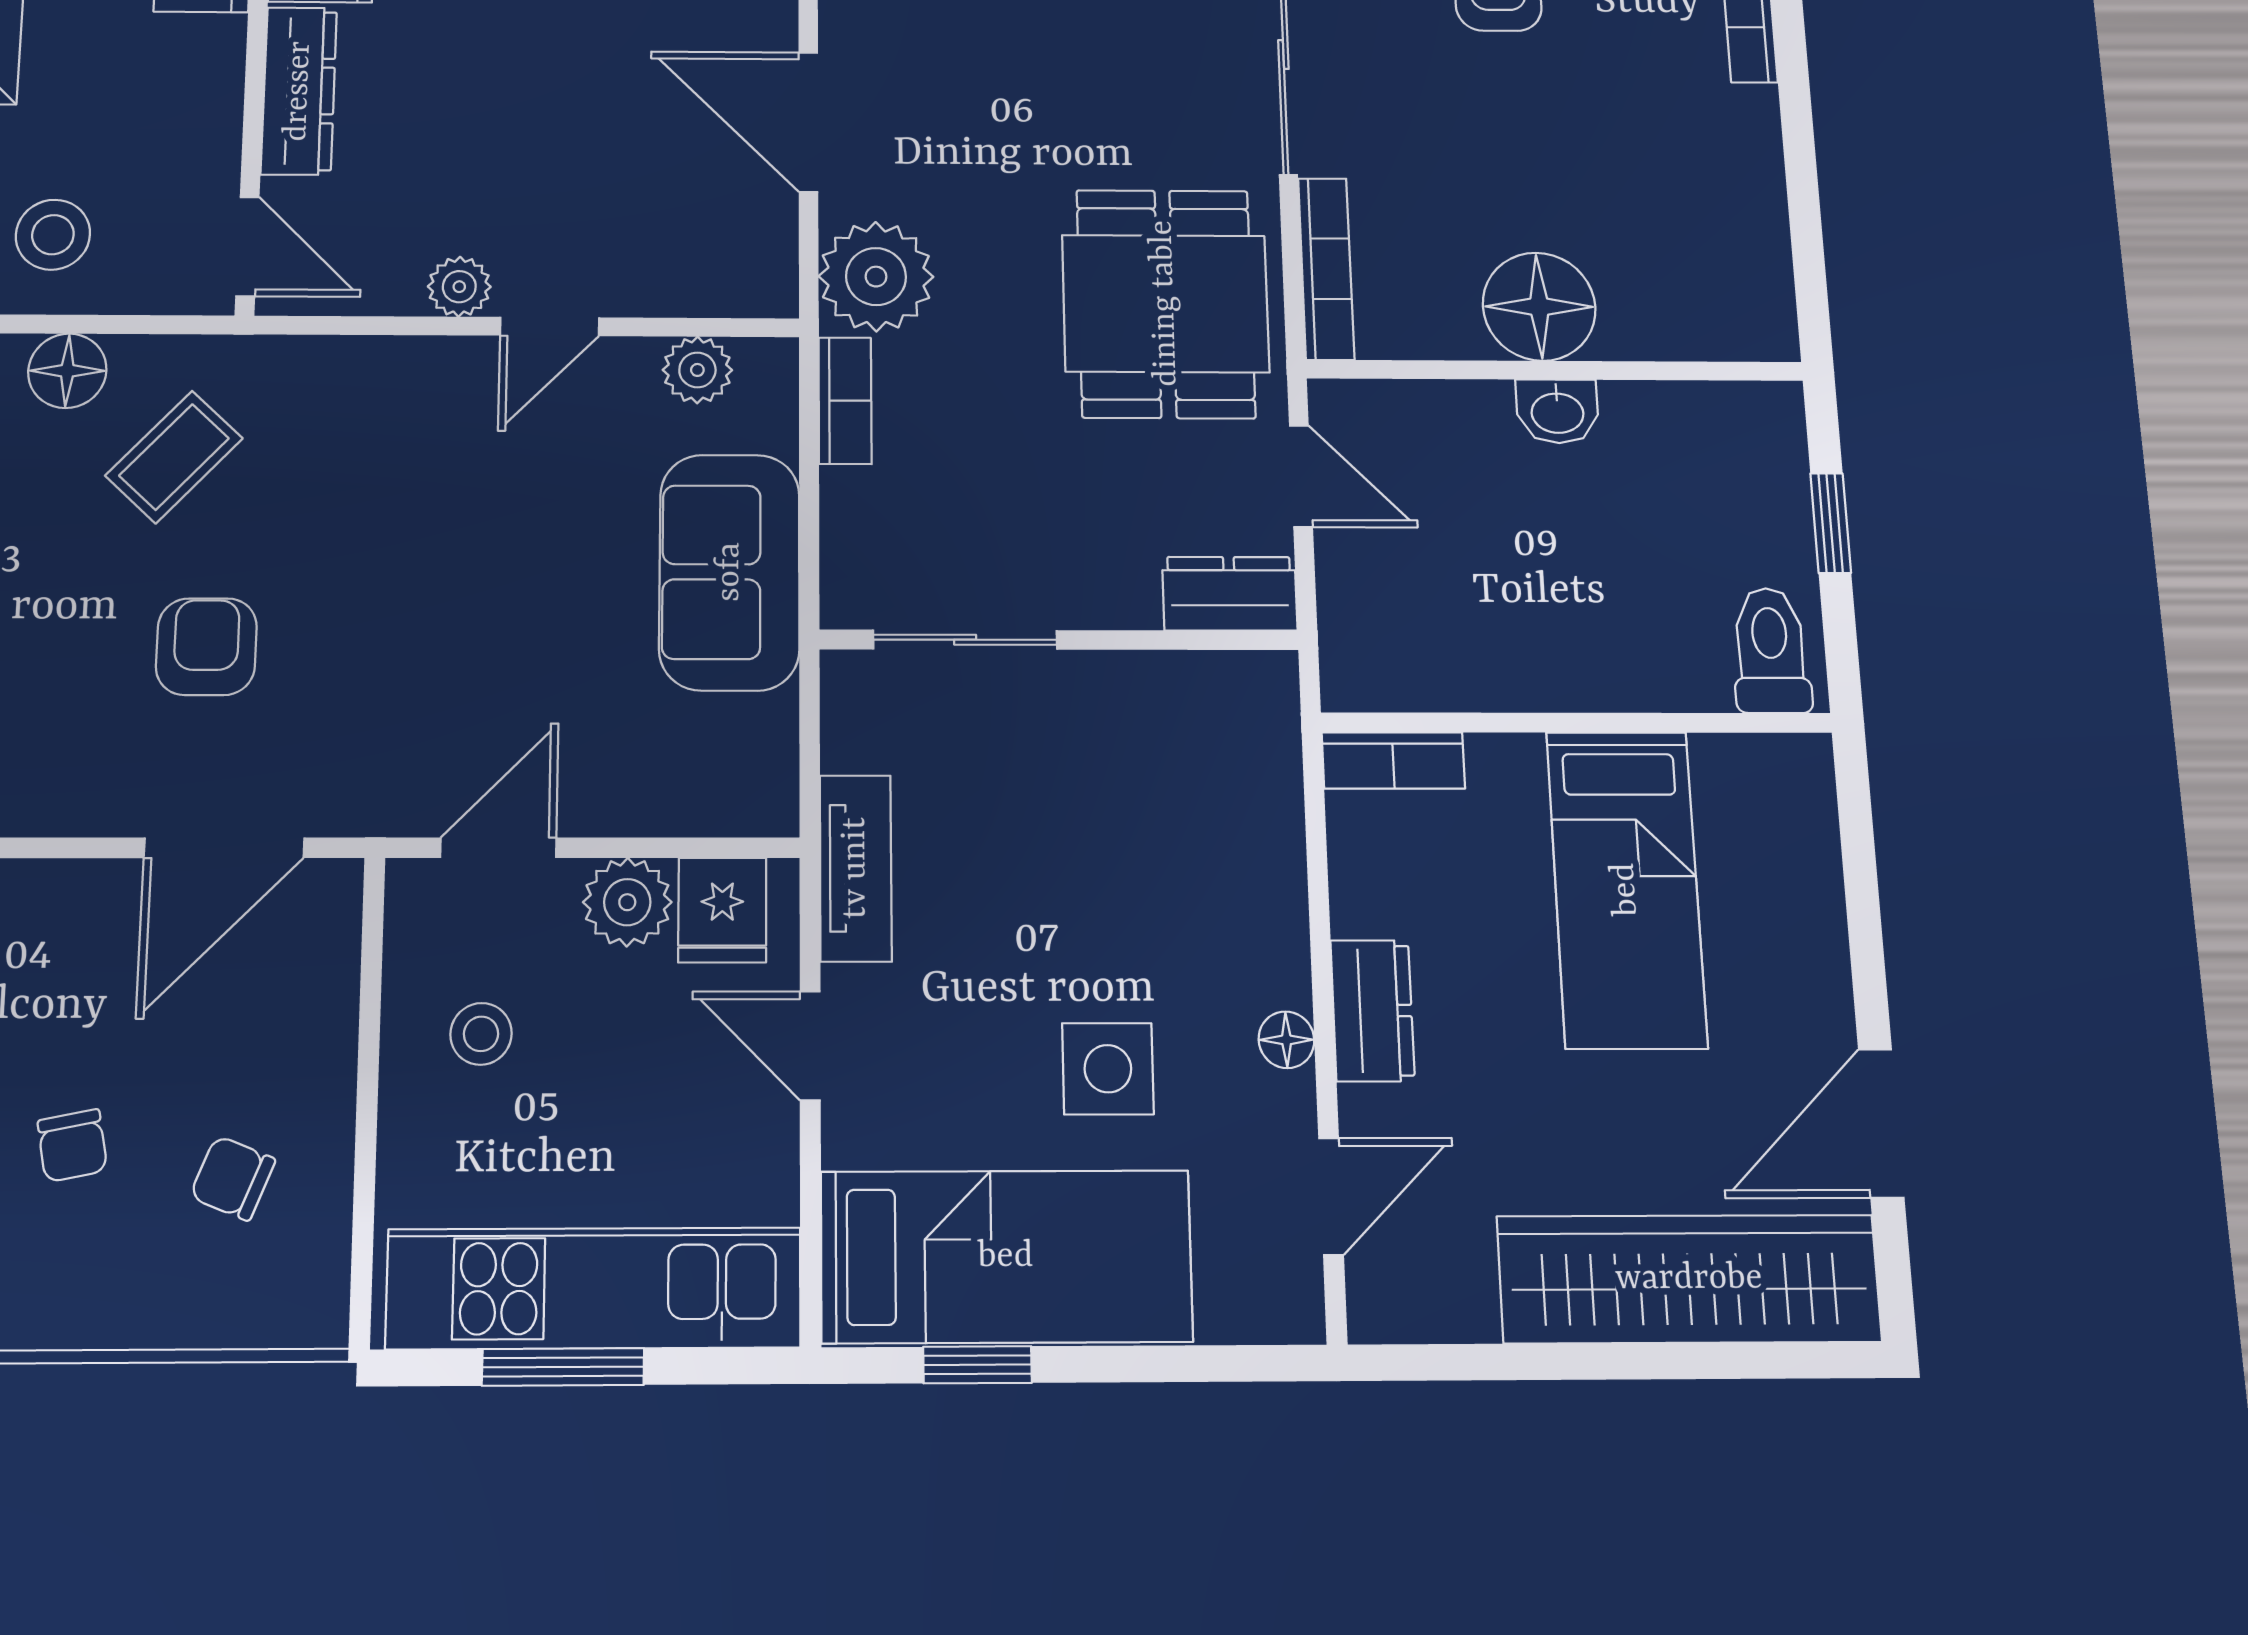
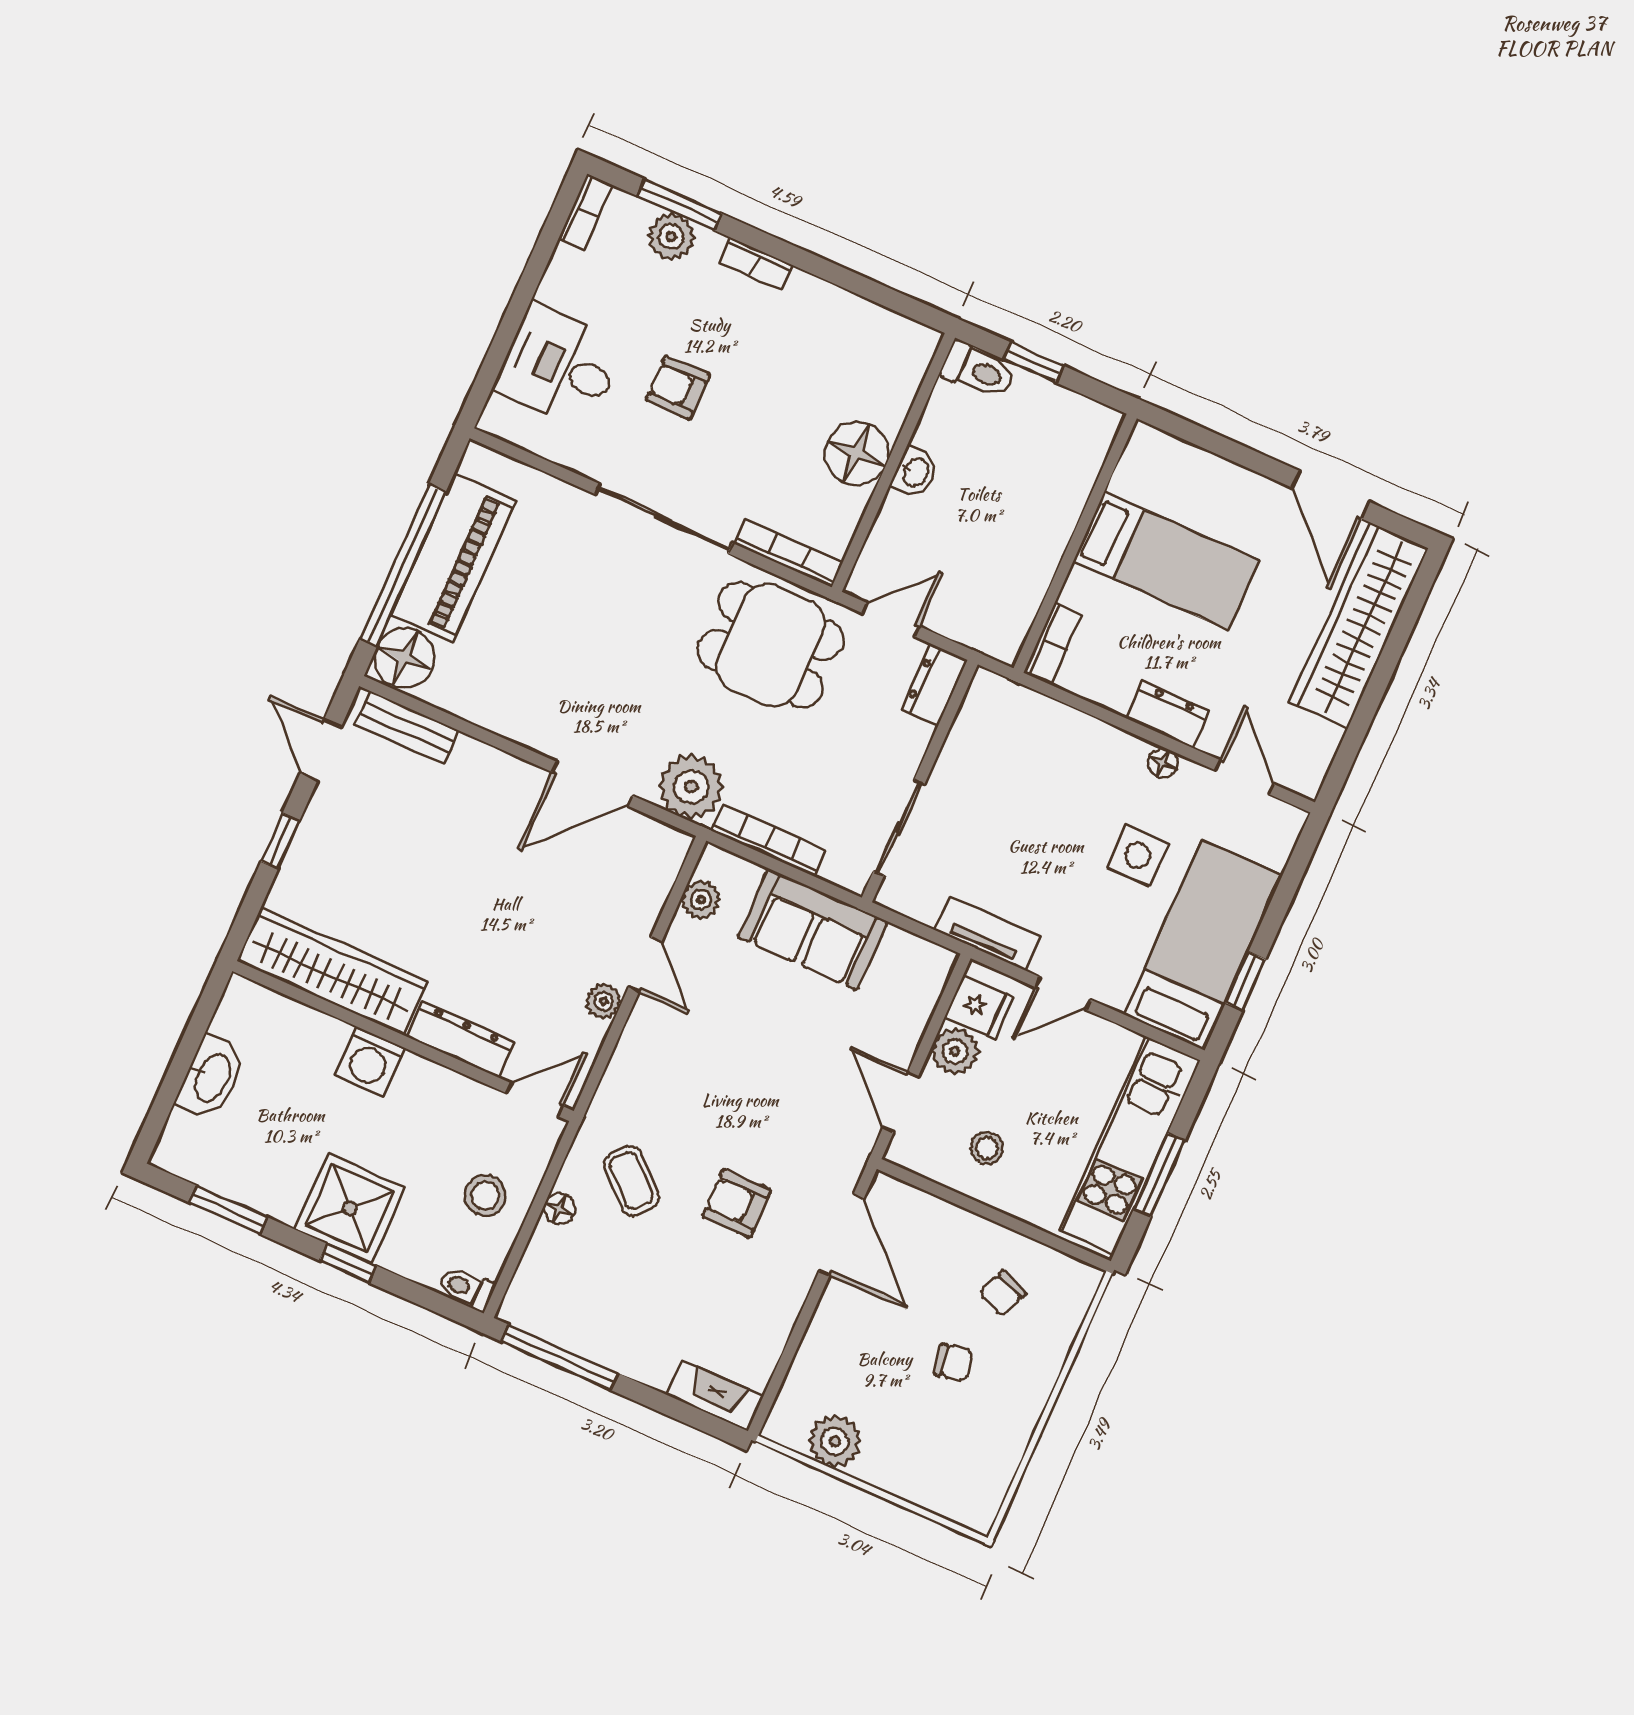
floor lamp: (67, 371) -> (559, 1209), width x0.73, depth x0.73
bookcase: (845, 401) -> (768, 840), width x1.56
toilet: (1771, 650) -> (978, 371), moved, turned 180

